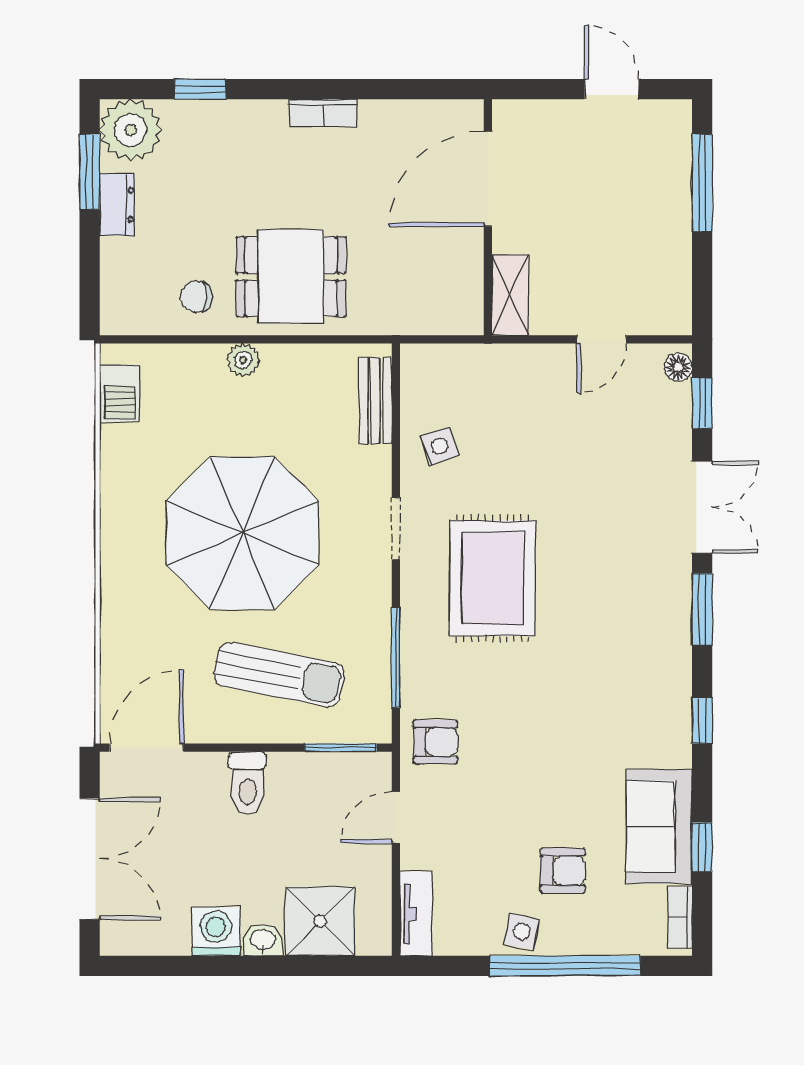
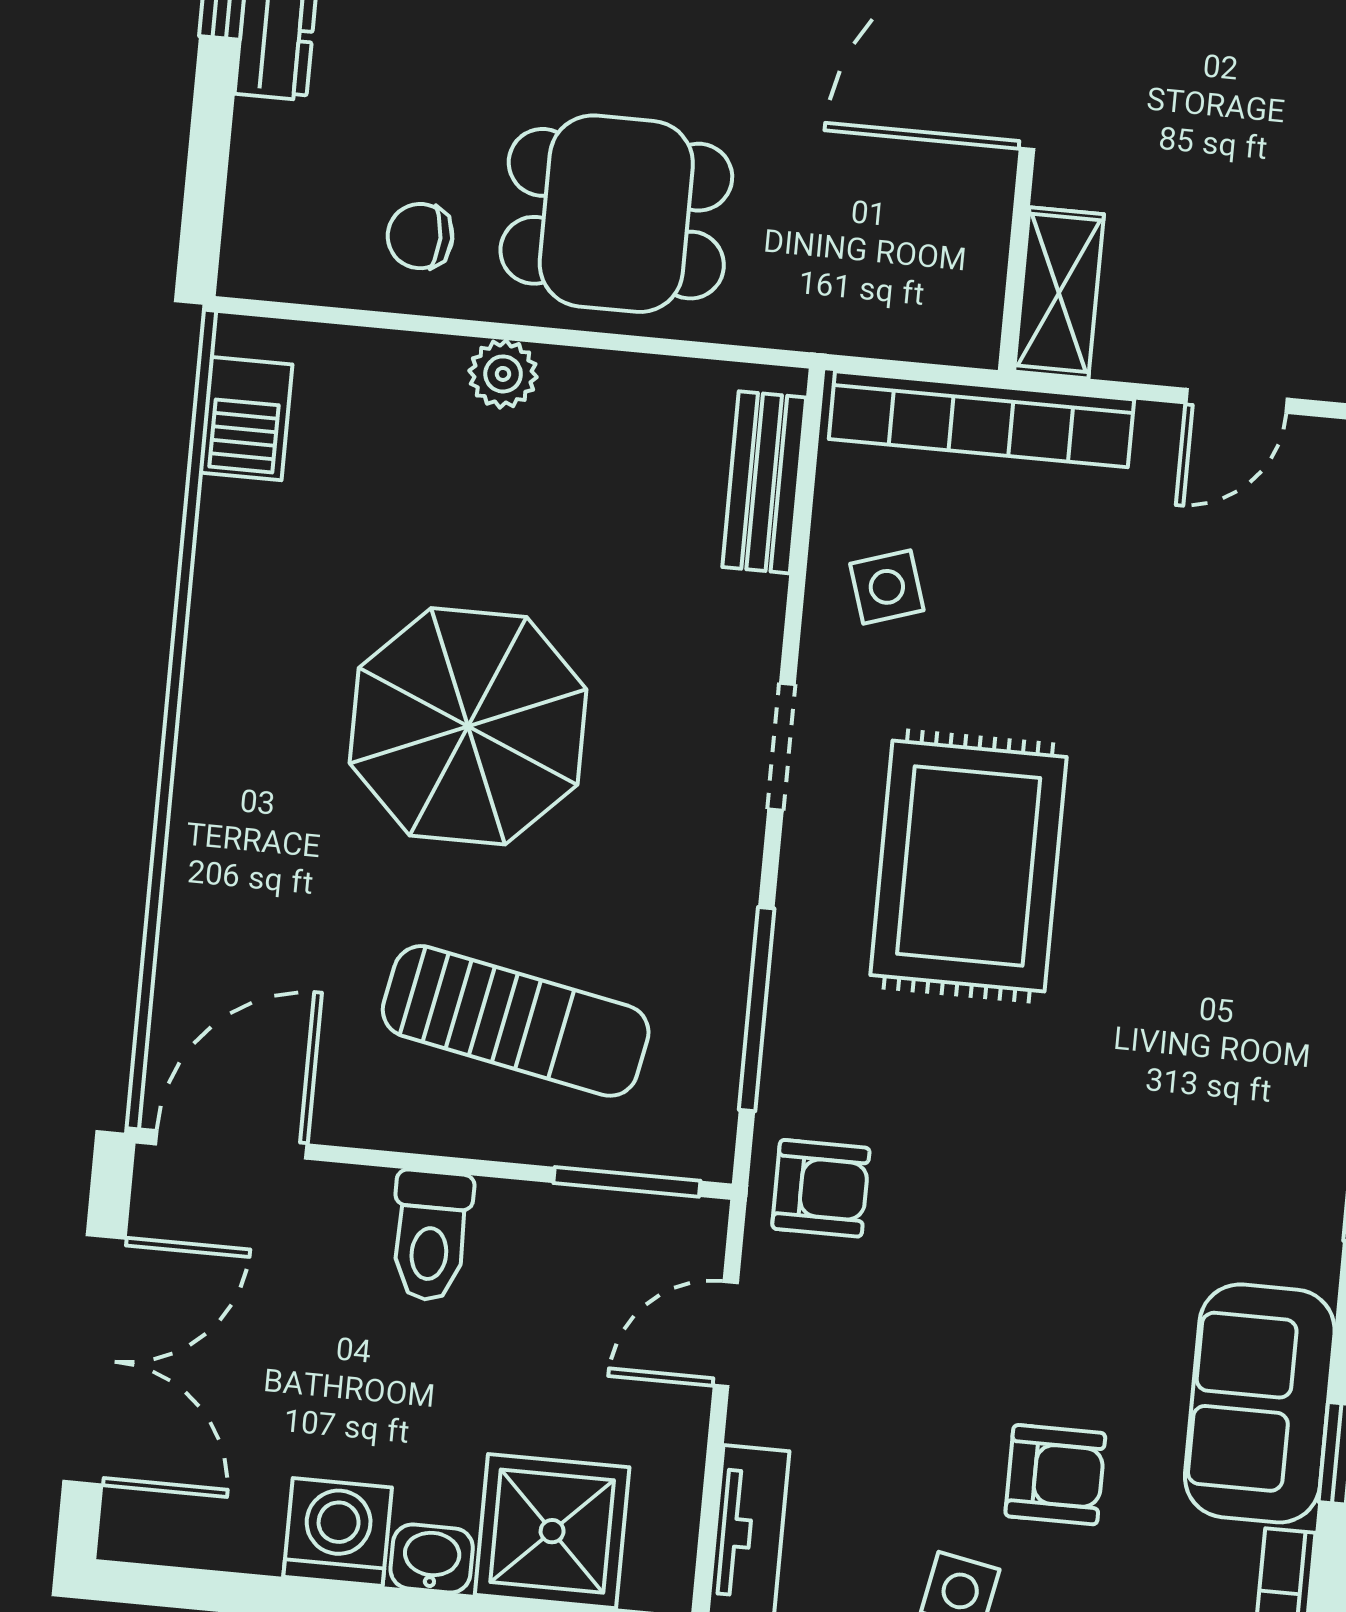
bookcase: (478, 360) -> (981, 419), added
parasol: (242, 533) -> (468, 726), width x0.73, depth x0.73

